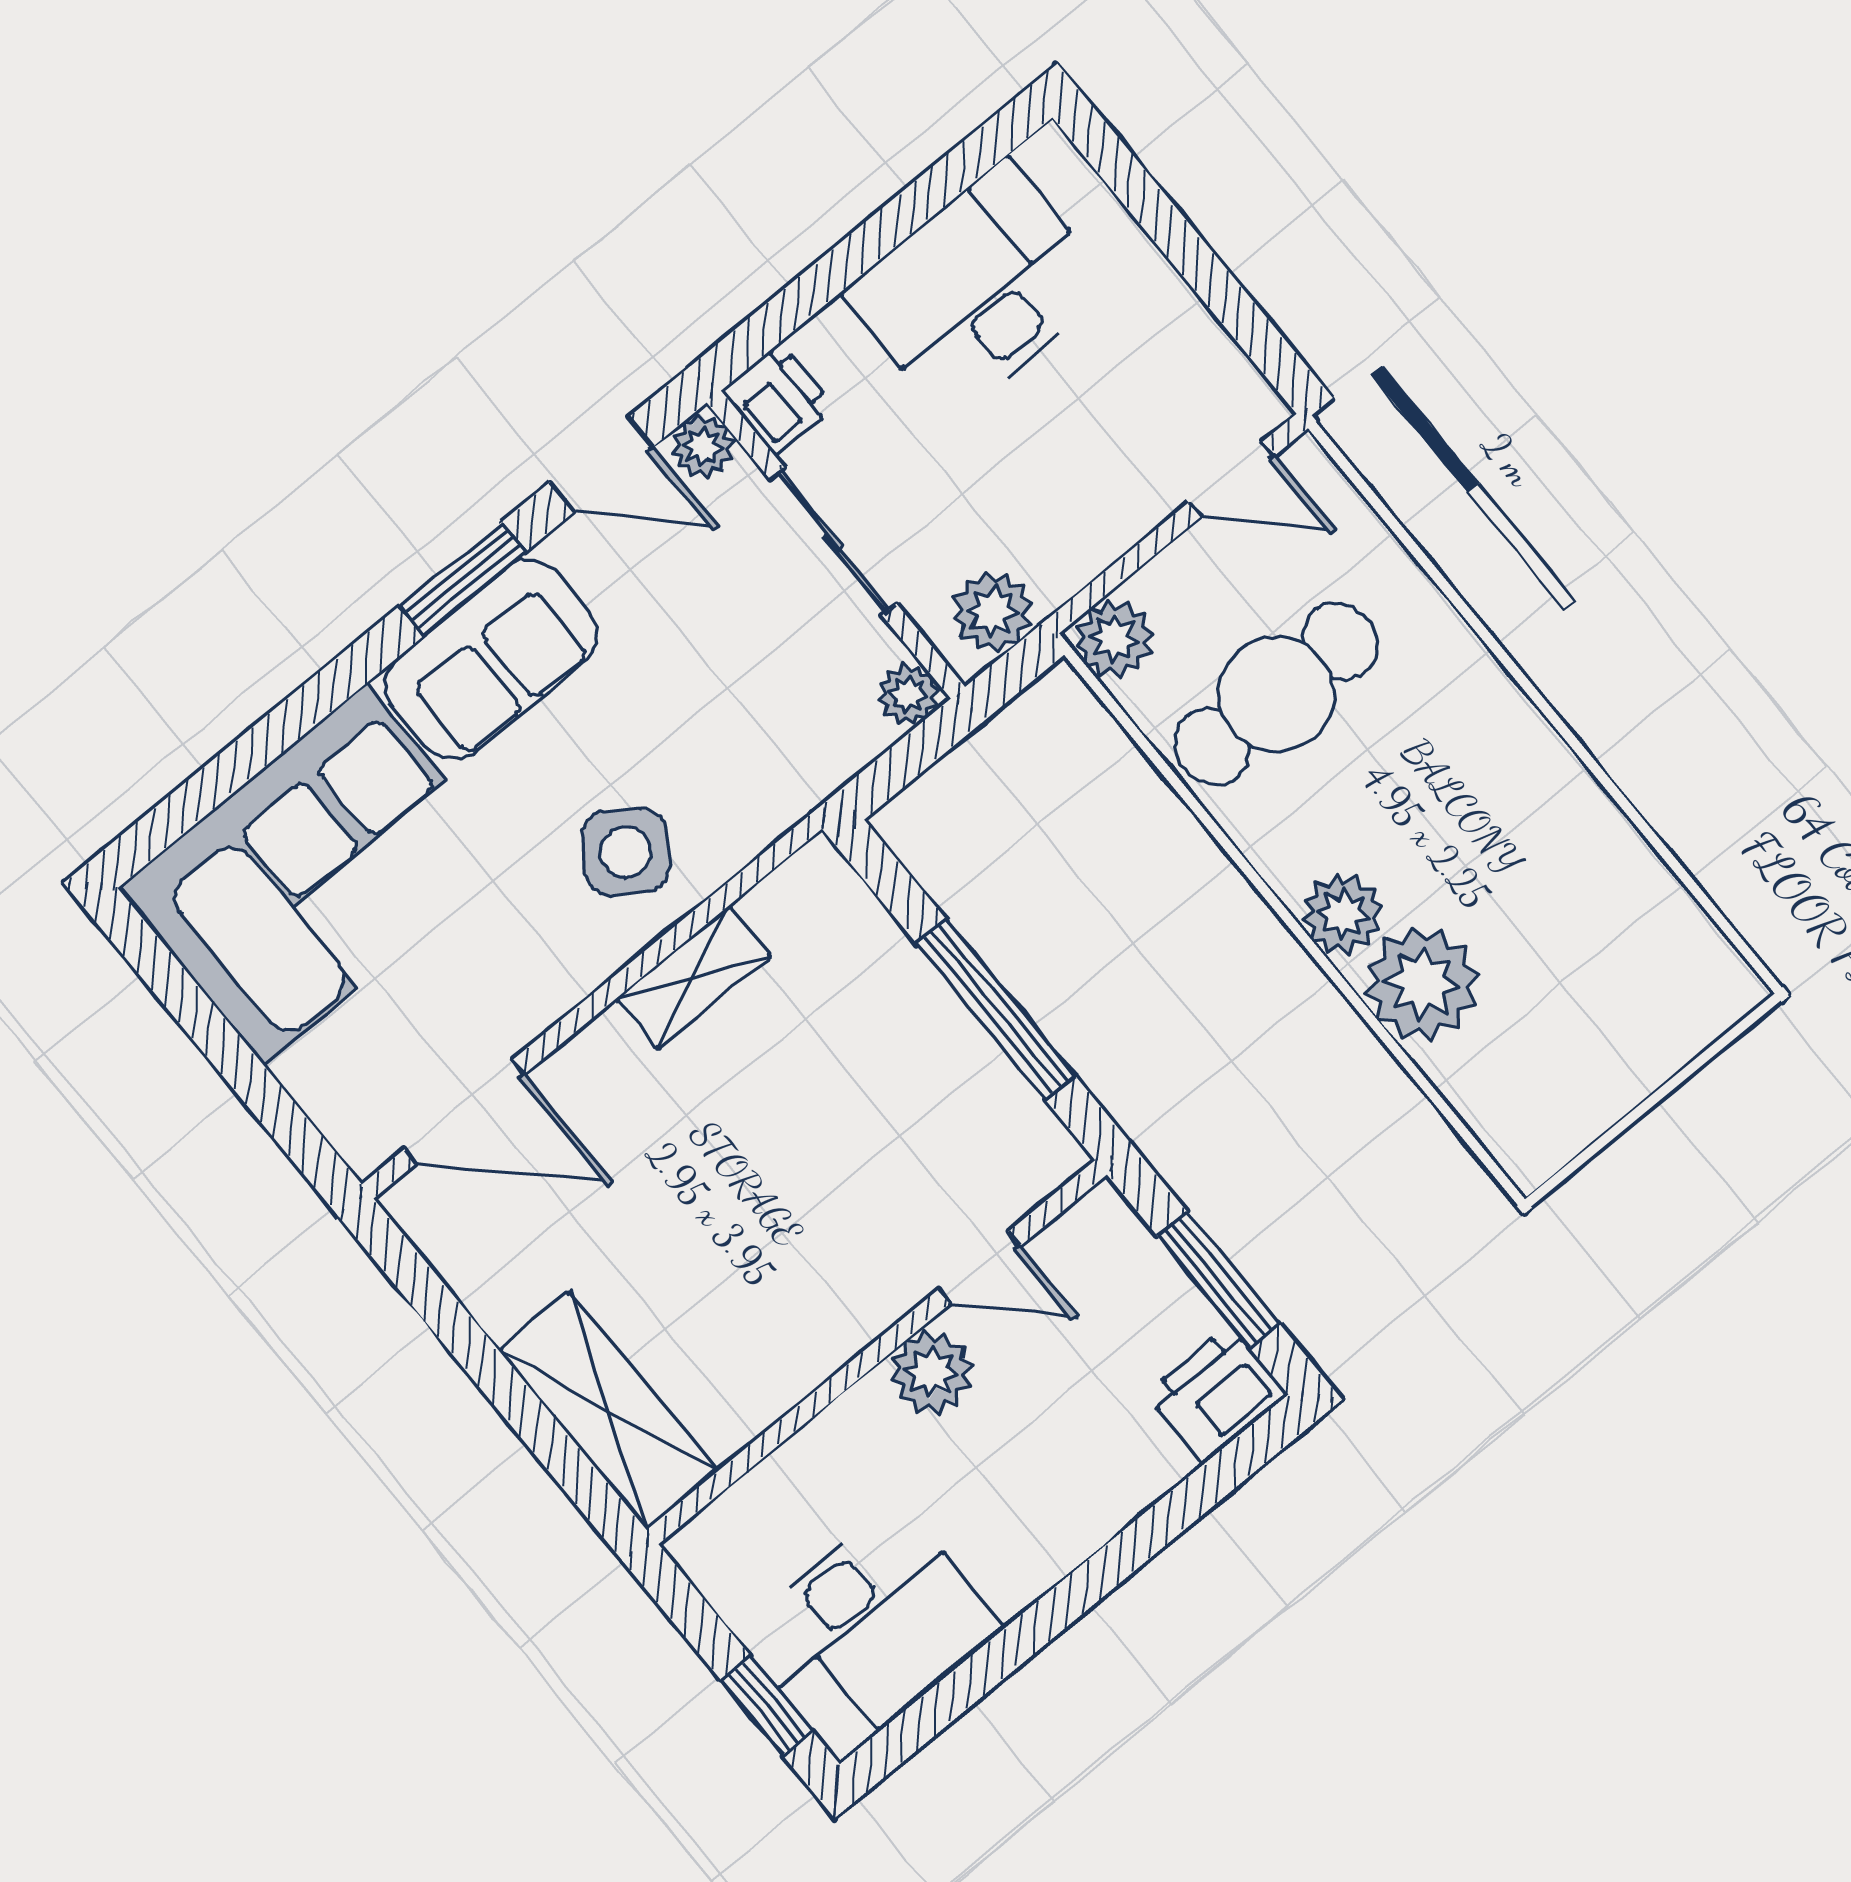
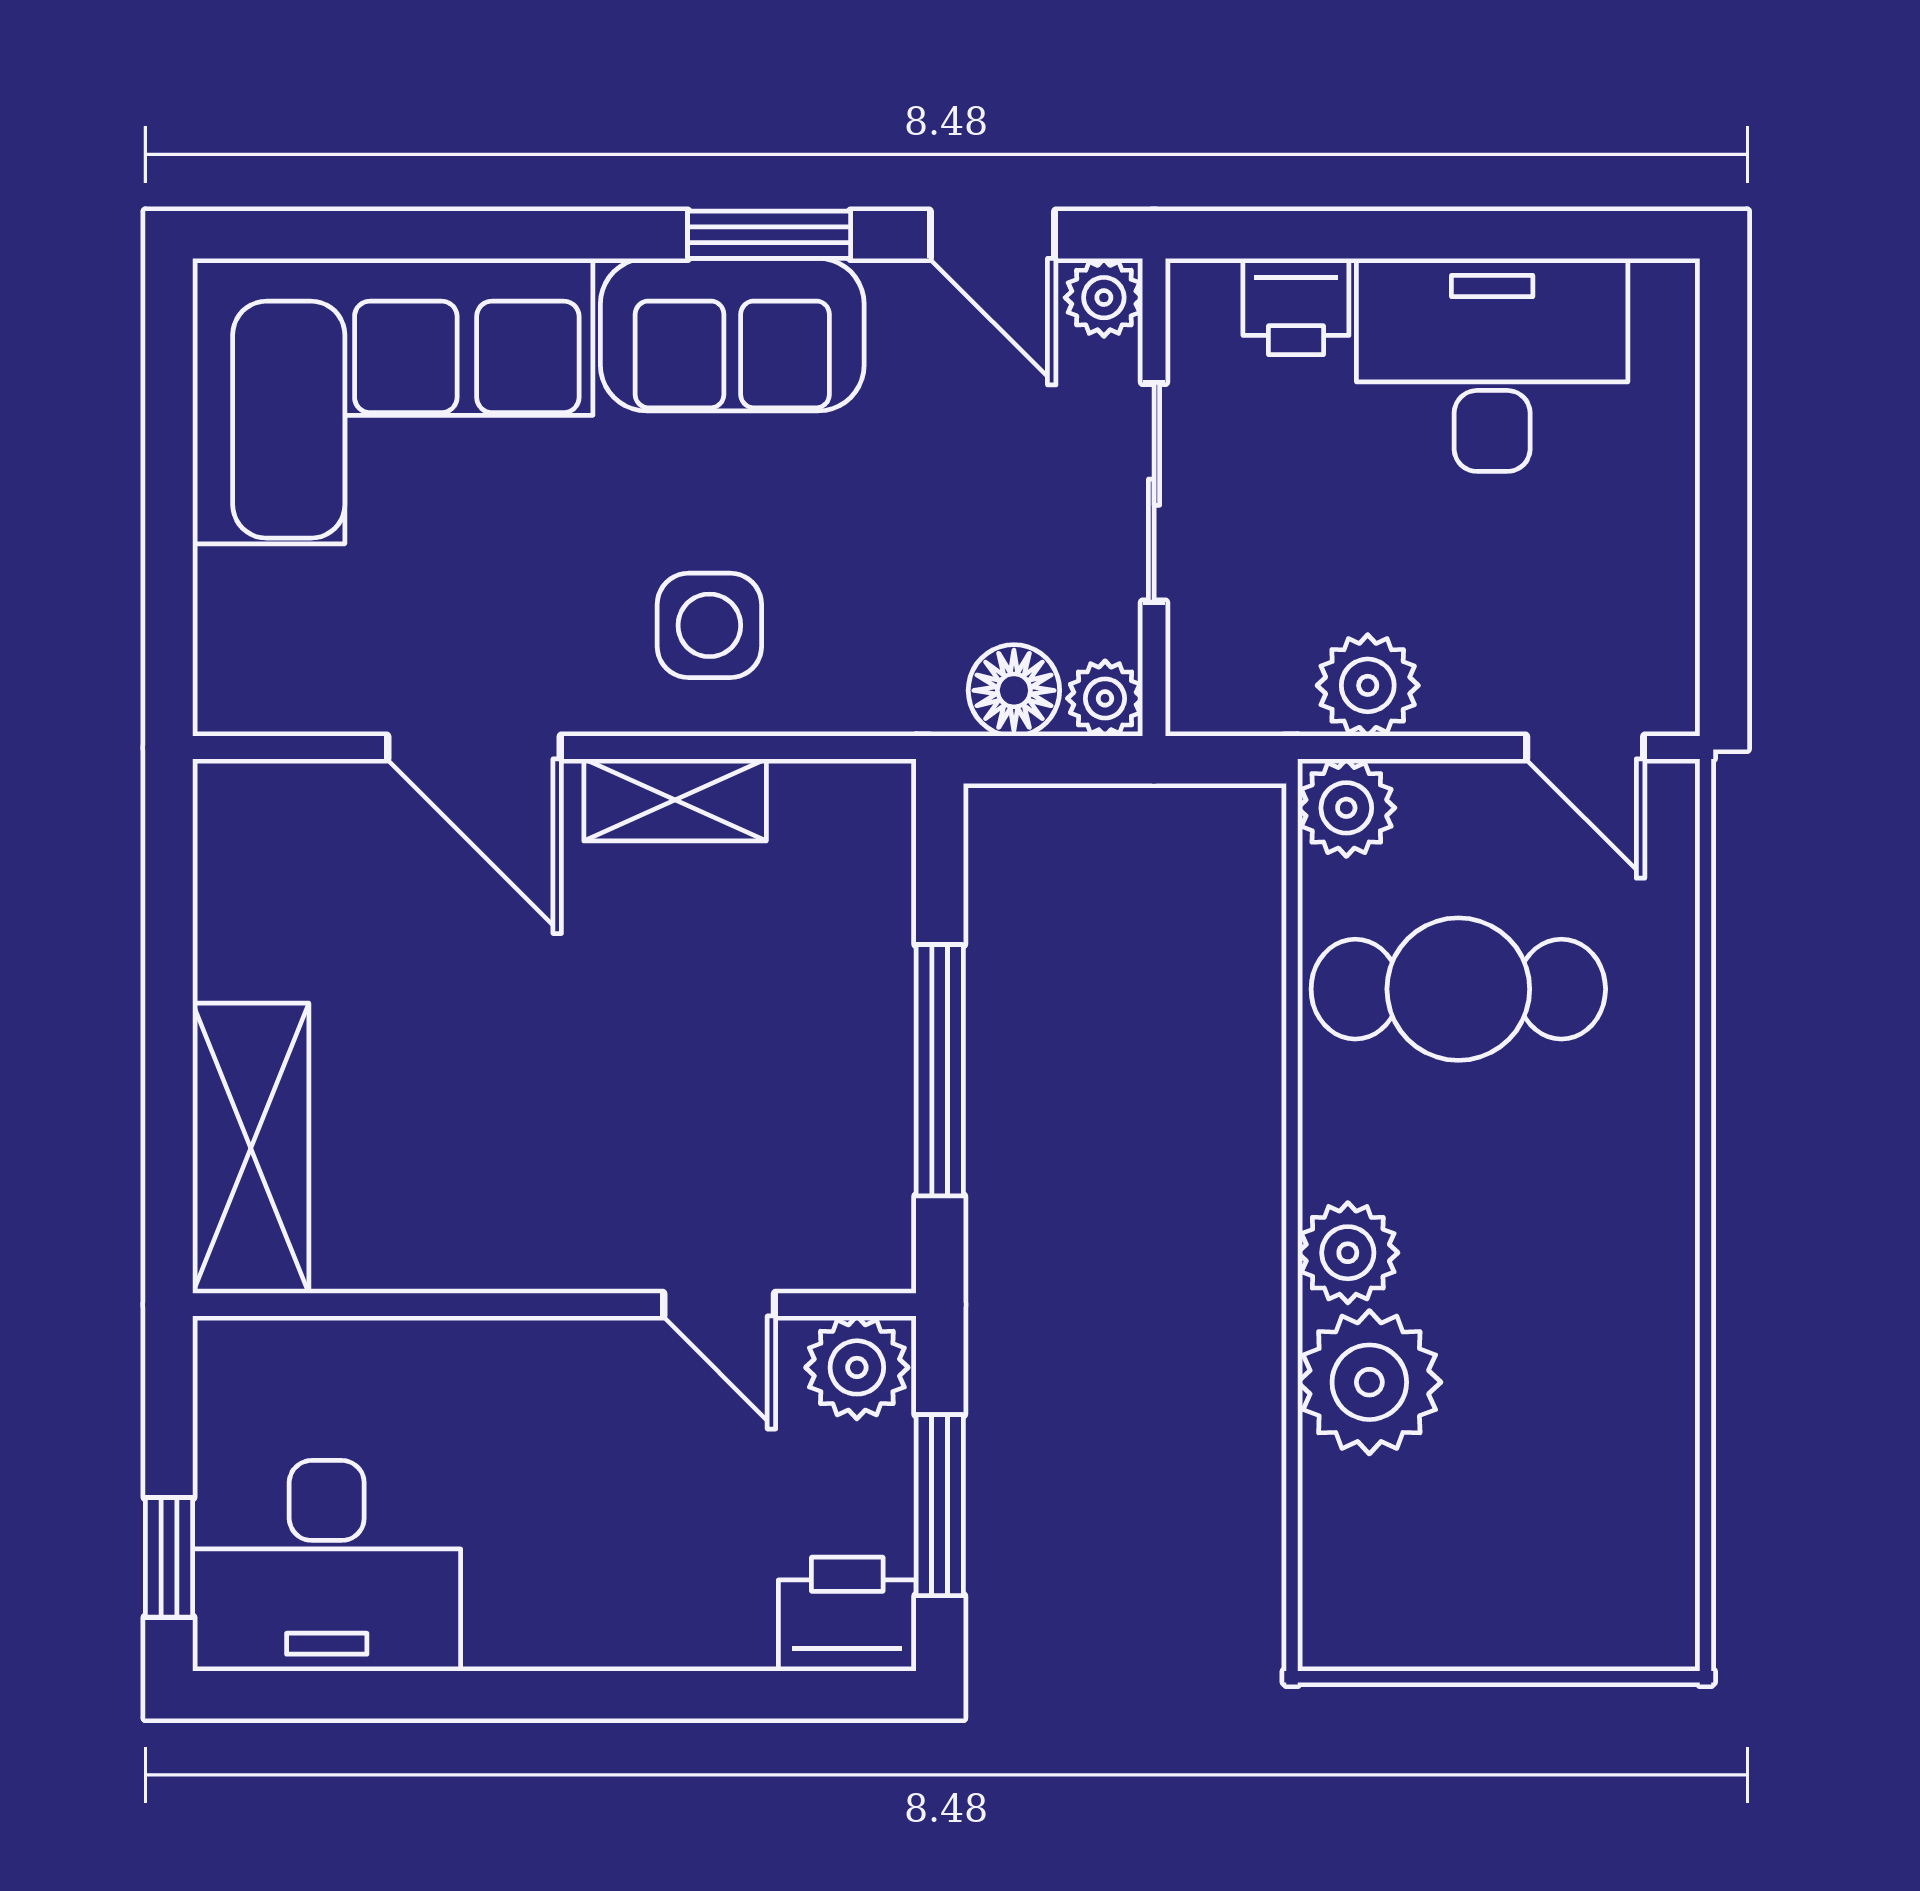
printer: (778, 399) -> (1296, 306), moved, turned 90
plant: (993, 612) -> (1368, 685), moved
floor lamp: (848, 736) -> (1014, 690), added
side table: (626, 852) -> (709, 625), turned -34
door: (464, 1112) -> (474, 747), moved
plant: (932, 1372) -> (857, 1367), moved

